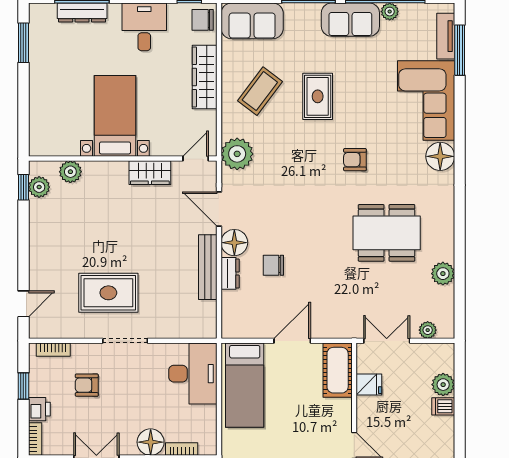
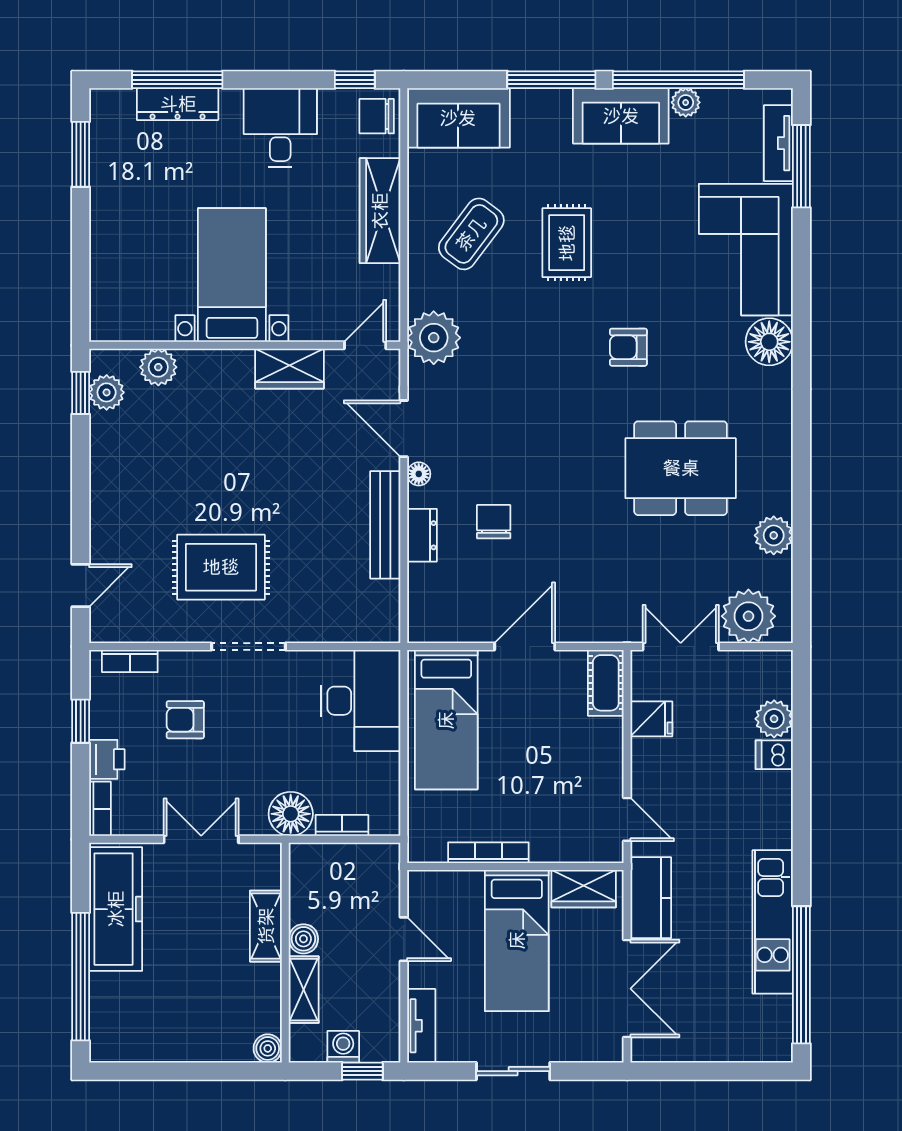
floor lamp: (234, 243) -> (419, 474), width x0.53, depth x0.53
chair: (273, 265) -> (494, 522), turned 90
plant: (428, 330) -> (748, 616), width x1.88, depth x1.88
cot: (338, 370) -> (606, 683), width x0.73, depth x0.75

